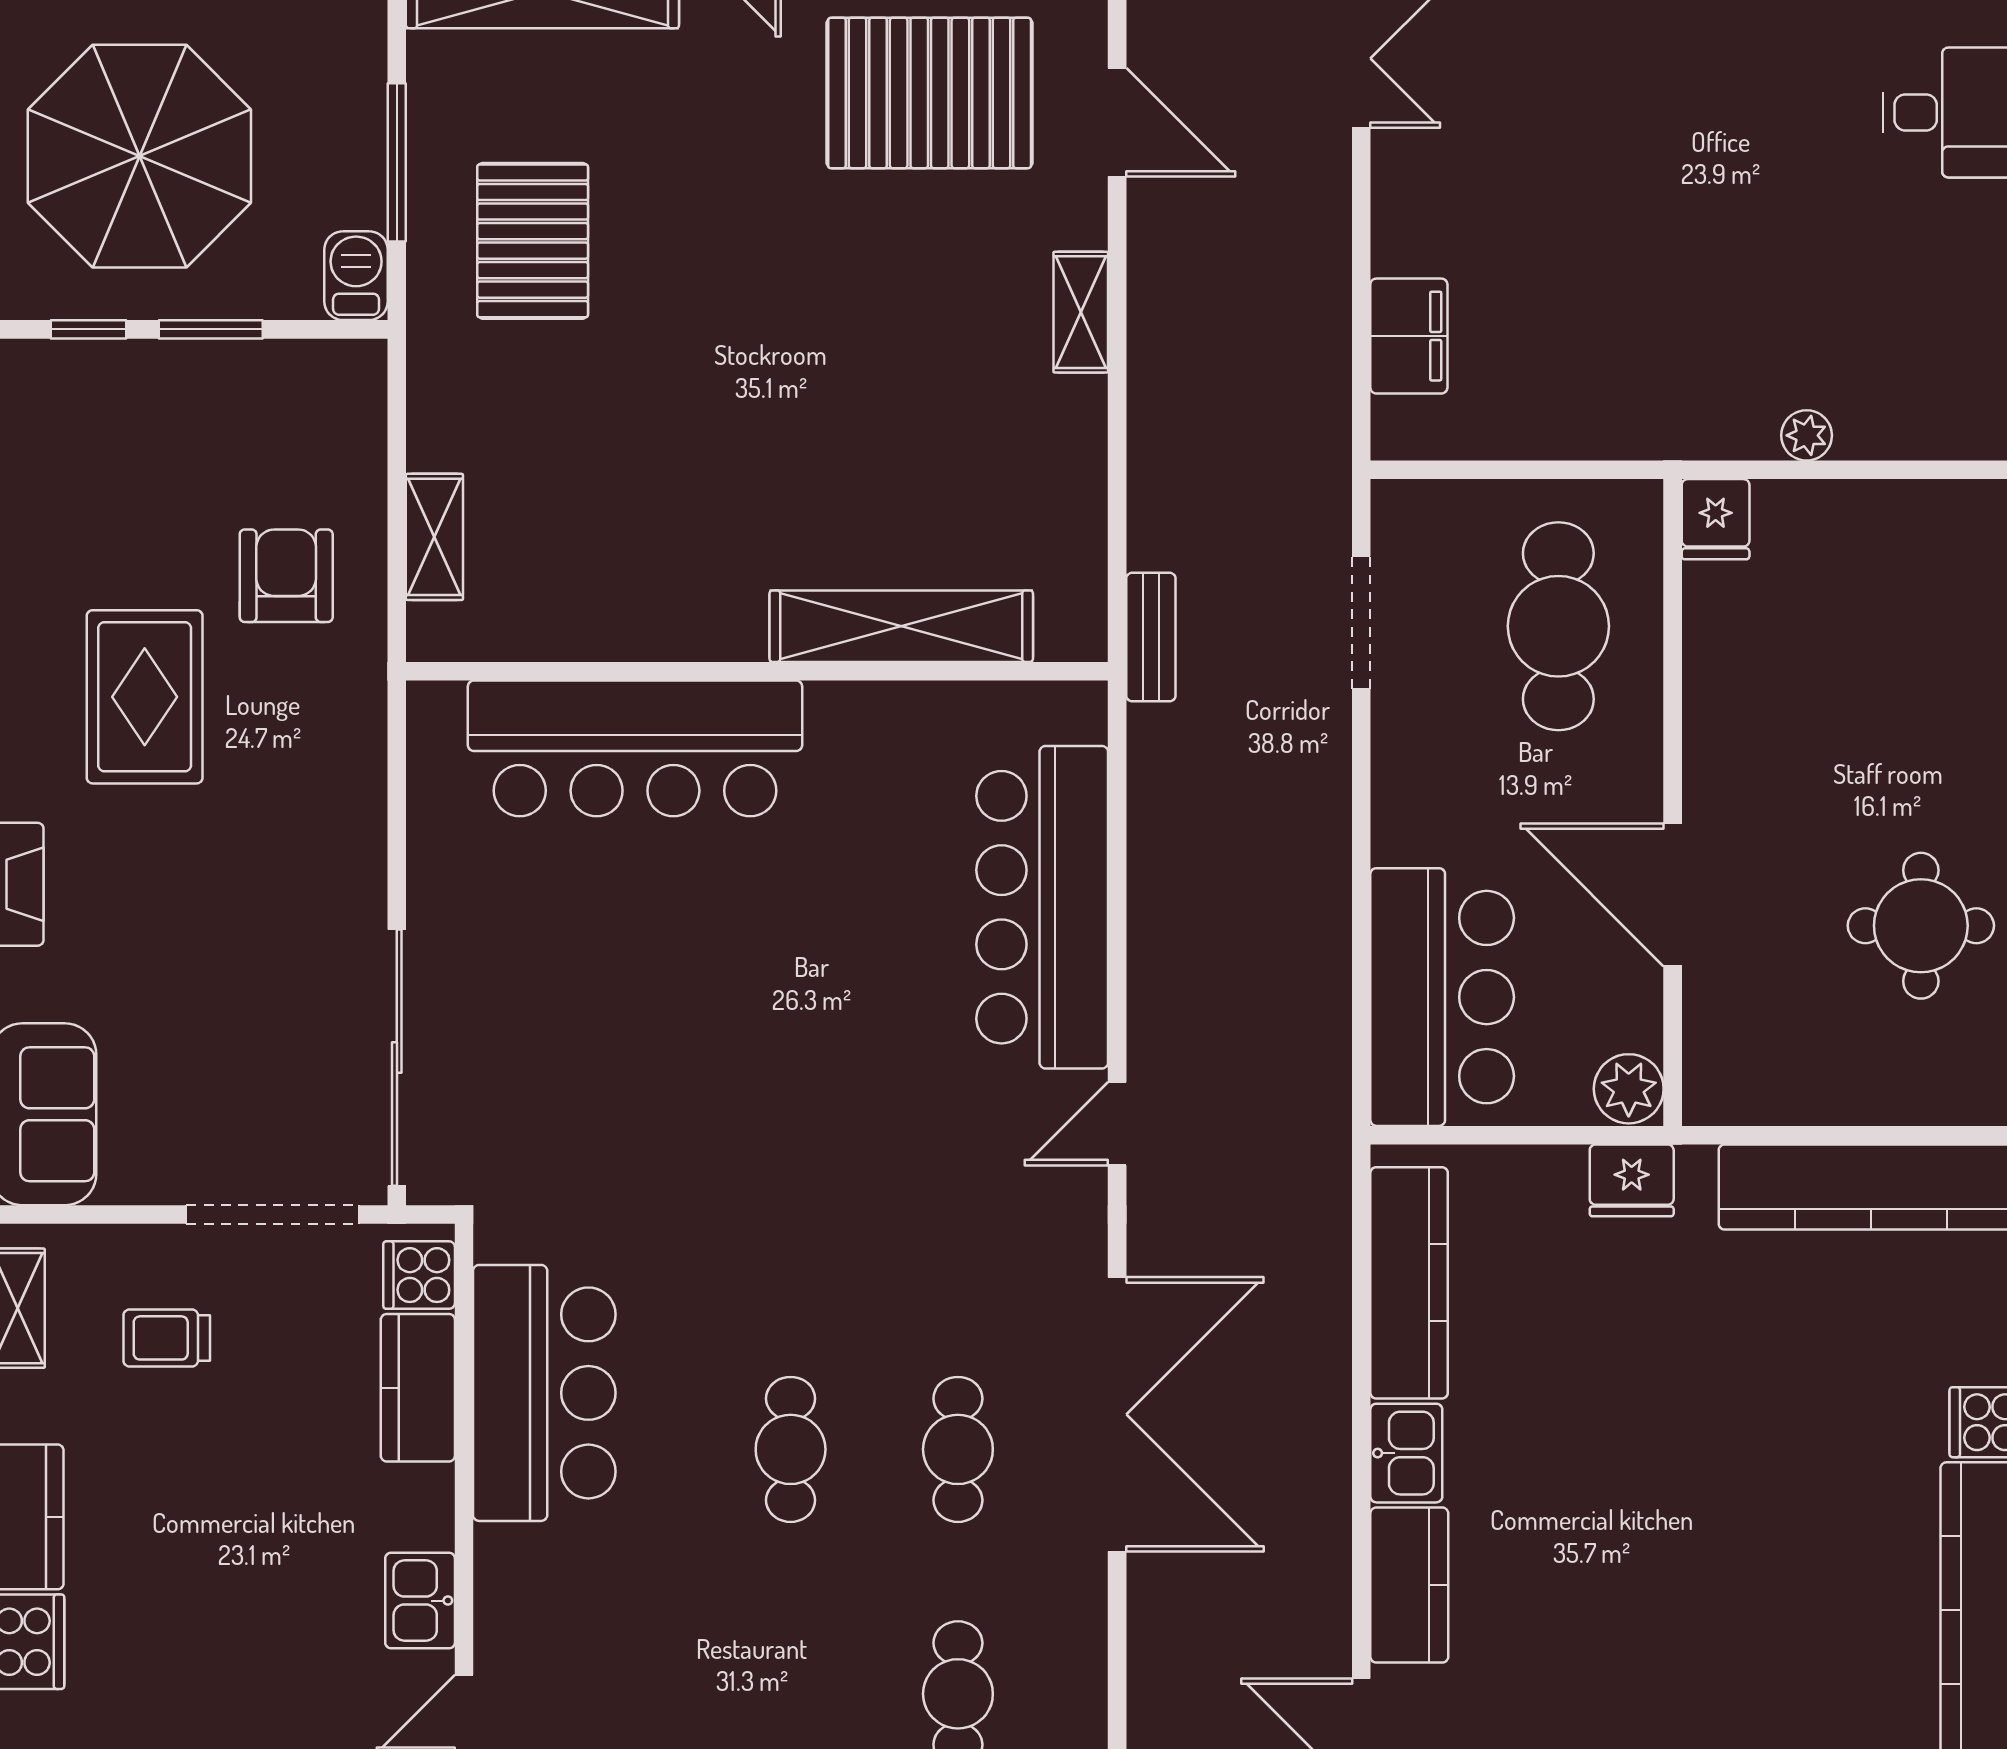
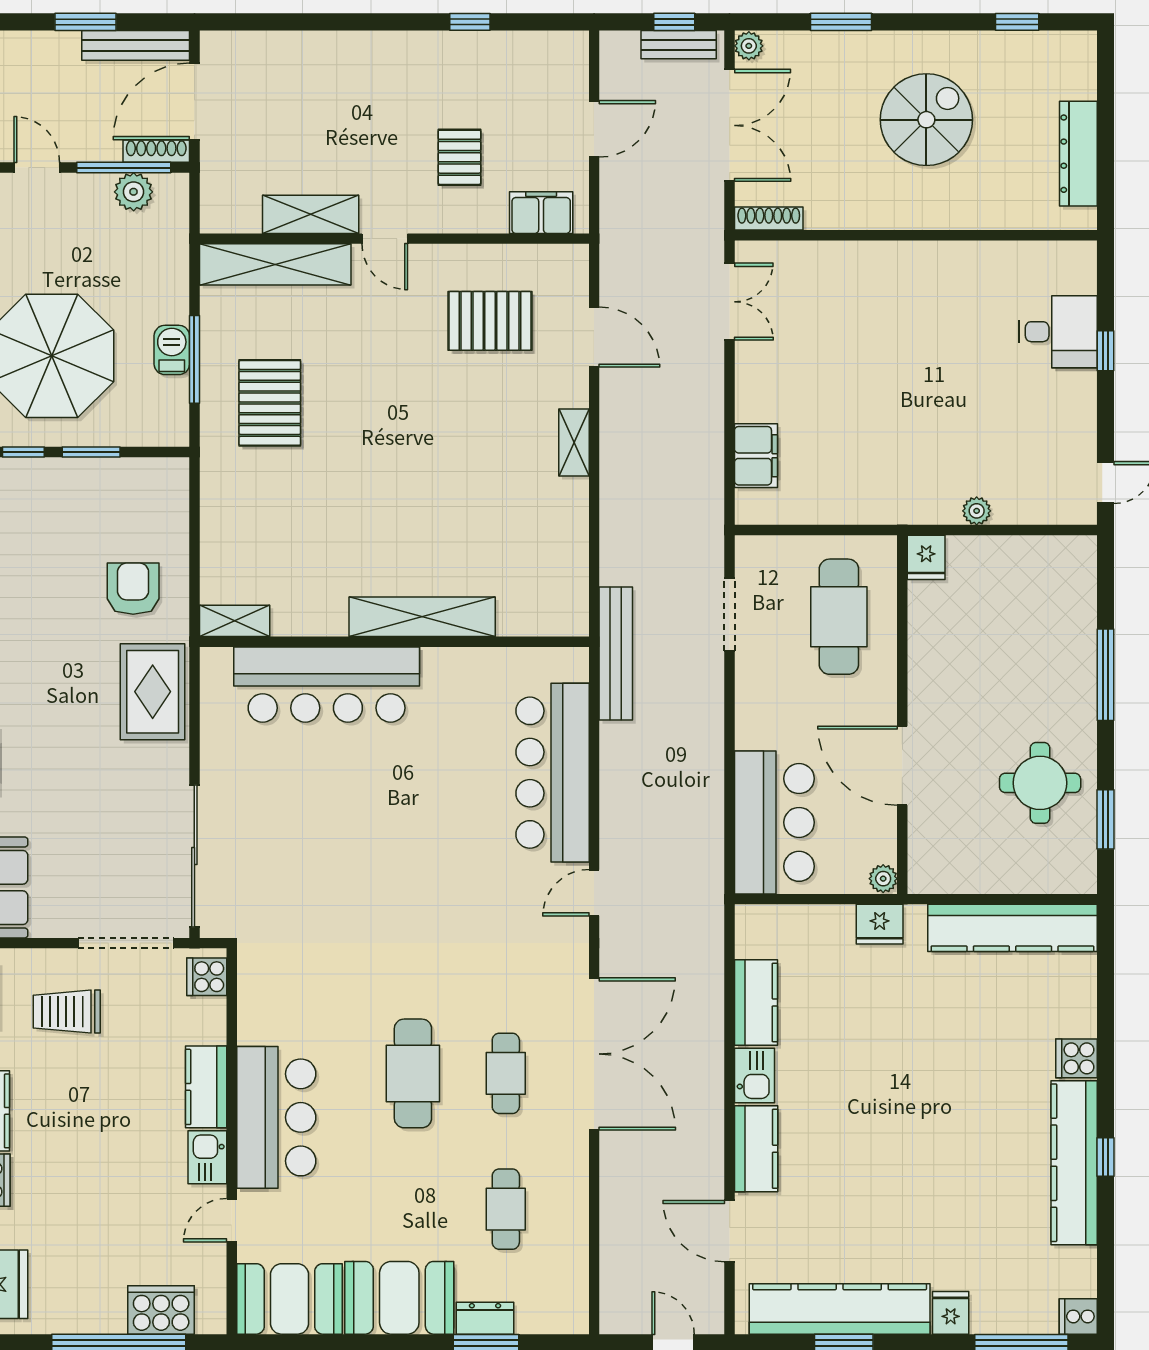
pallet: (930, 93) -> (490, 321), width x0.73, depth x0.71
barbecue: (356, 276) -> (172, 350), moved
shelving: (434, 537) -> (235, 621), moved, turned 90
shelving: (901, 626) -> (422, 617), moved
bench: (1151, 637) -> (616, 654), width x1.86, depth x1.21
rug: (145, 697) -> (153, 692), moved
plant: (1629, 1089) -> (883, 879), width x0.73, depth x0.73
kitchen counter: (1409, 1283) -> (756, 1002), width x0.67
trolley: (167, 1338) -> (67, 1012), width x1.36, depth x1.39
kitchen counter: (418, 1388) -> (206, 1087), moved
bar counter: (544, 1393) -> (276, 1117), moved
cafe table: (791, 1449) -> (413, 1073), width x1.37, depth x1.35

